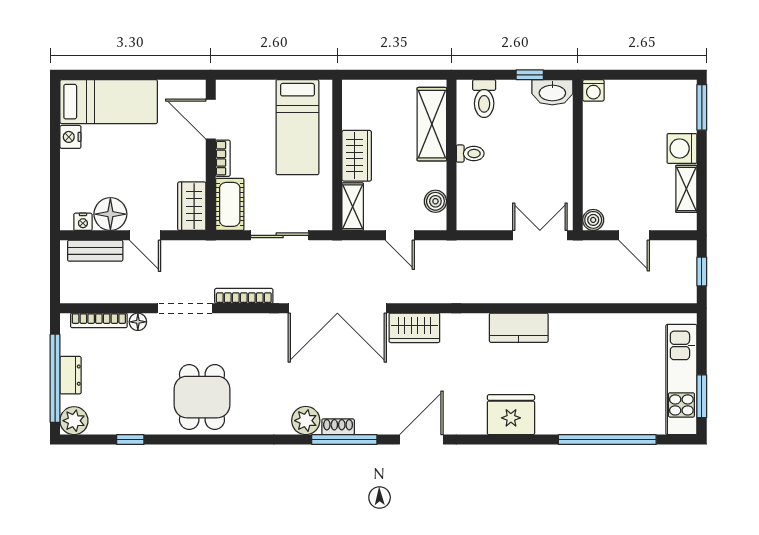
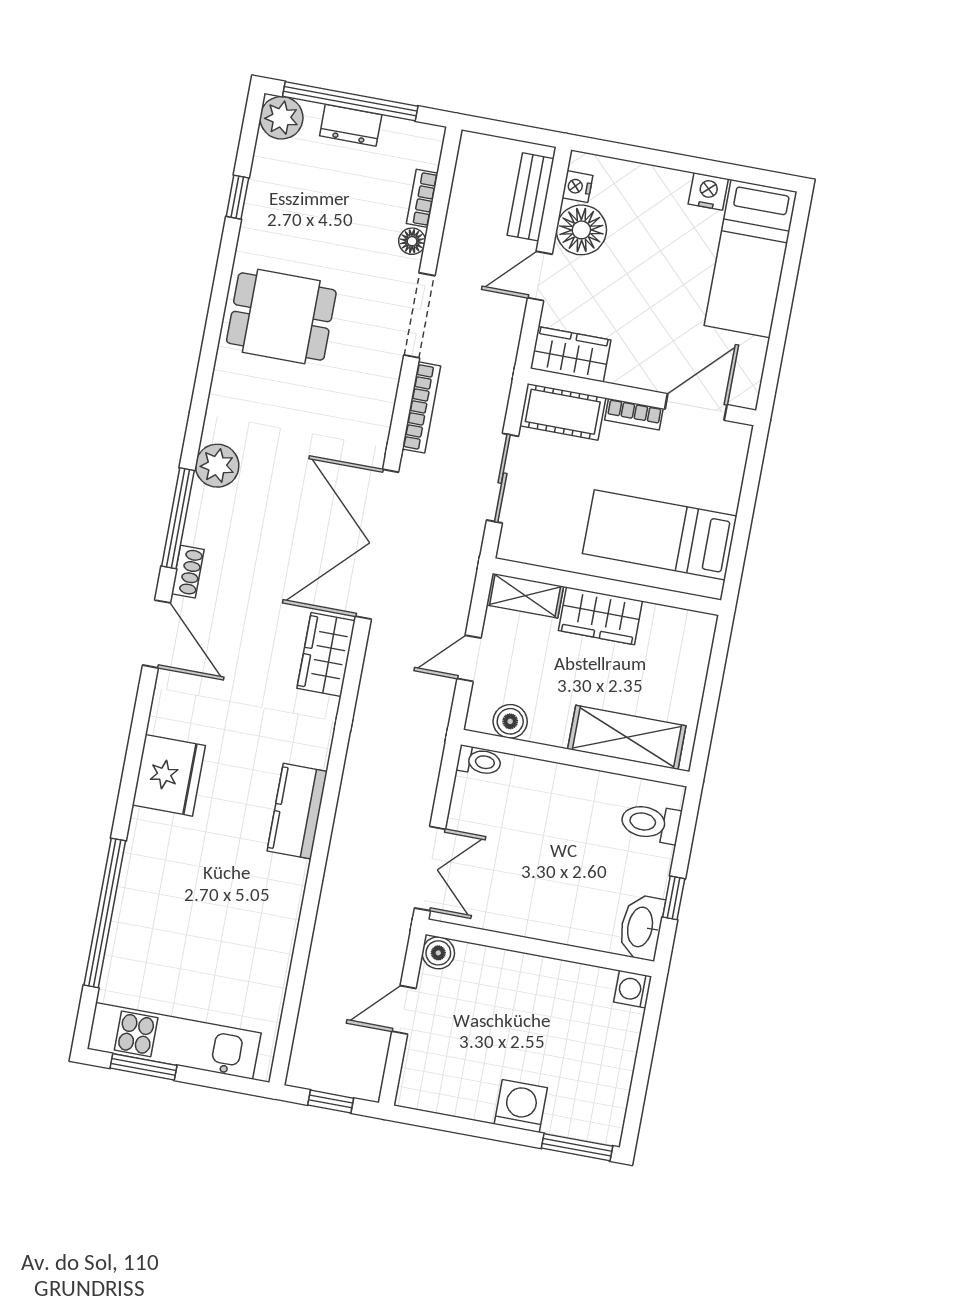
toilet: (470, 154) -> (479, 761), moved, turned -90
shelving: (686, 189) -> (459, 1101), removed
bookcase: (99, 320) -> (422, 198), width x0.64
shoe rack: (338, 427) -> (188, 572), moved

